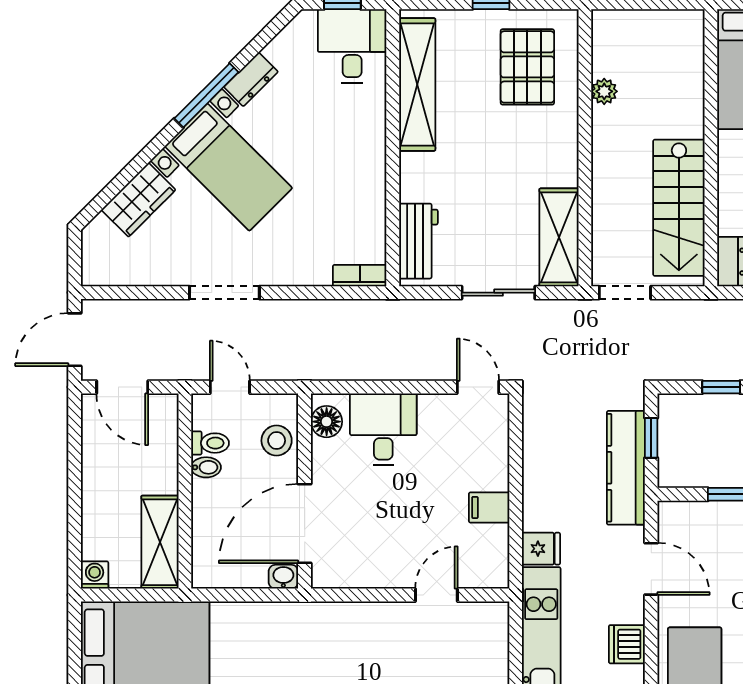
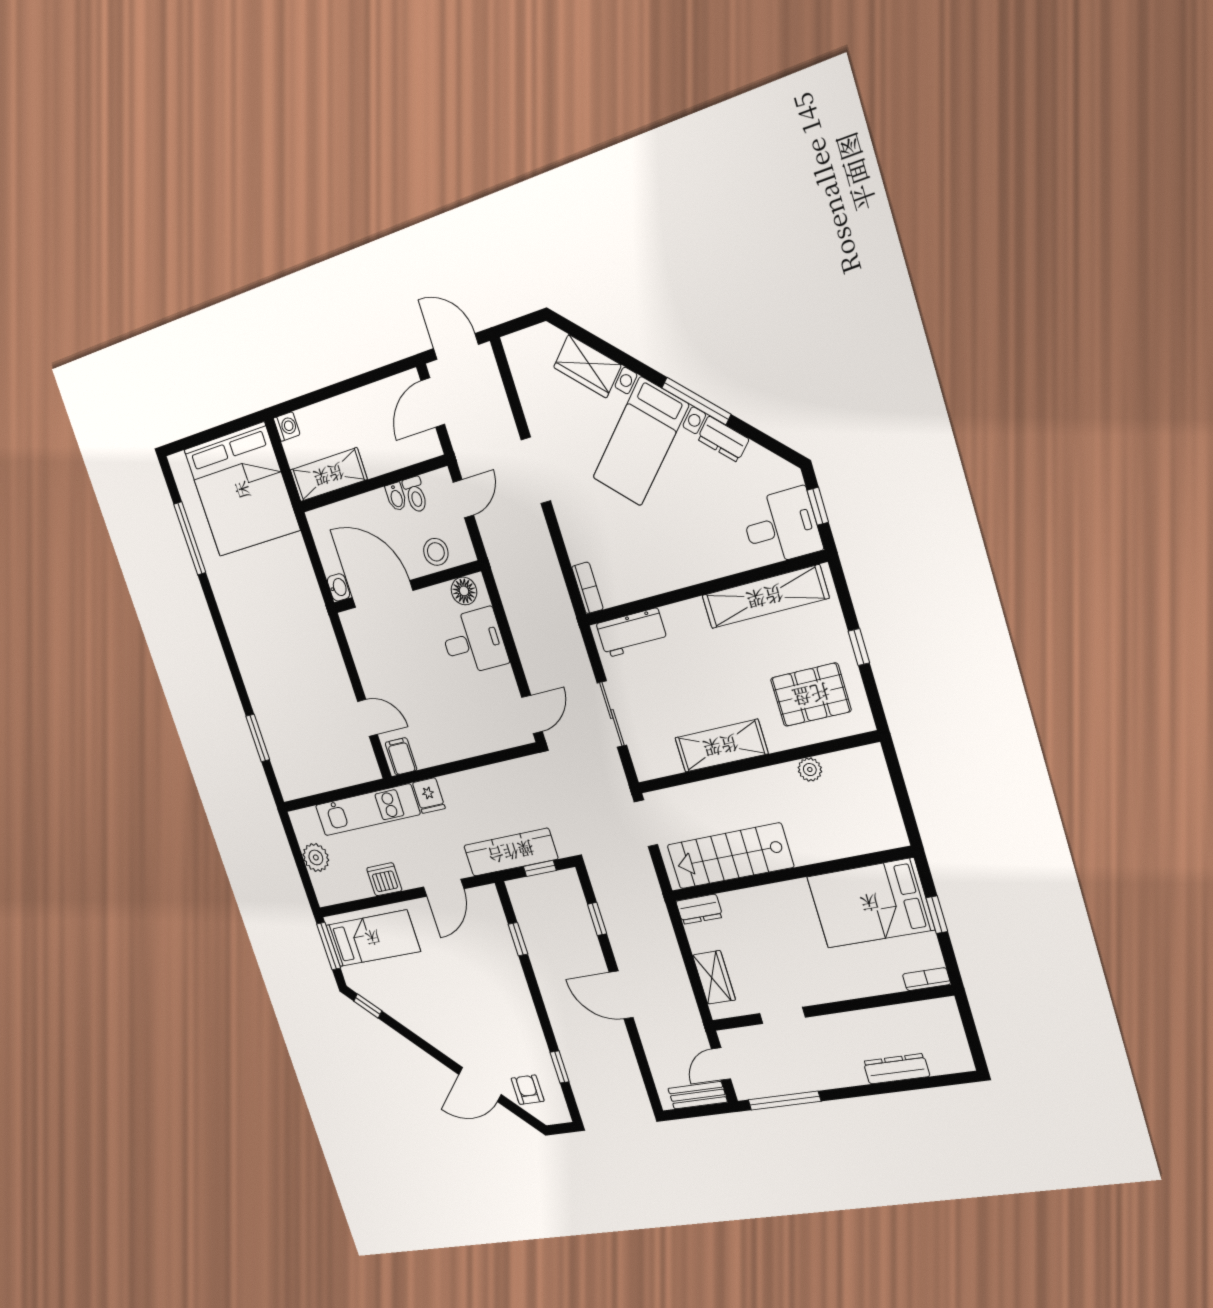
shelving: (559, 237) -> (721, 746), moved
filing cabinet: (489, 507) -> (401, 756), moved

